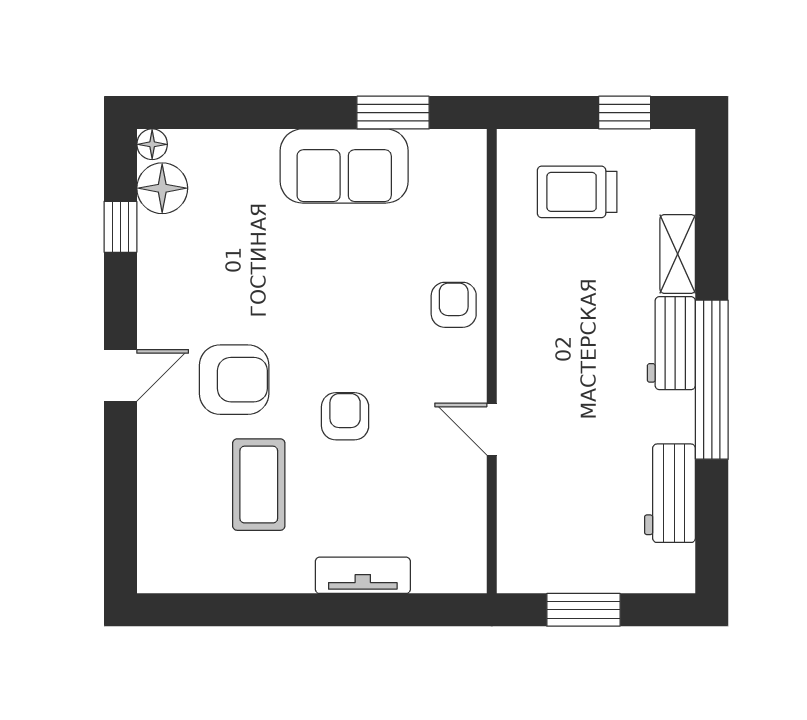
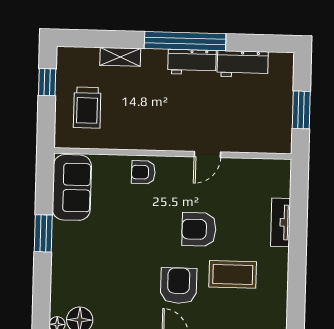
window: (393, 113) -> (43, 233), moved
sofa: (344, 166) -> (72, 187), moved
workbench: (671, 343) -> (192, 62), moved
armchair: (345, 416) -> (199, 229), width x1.38, depth x1.38

